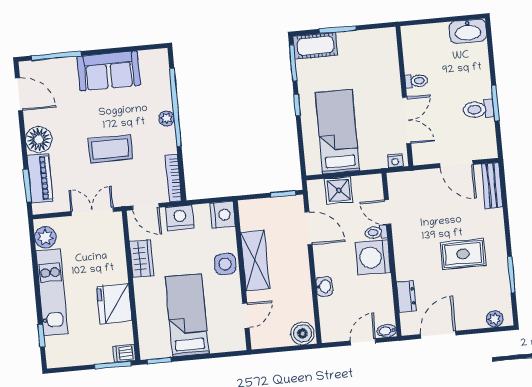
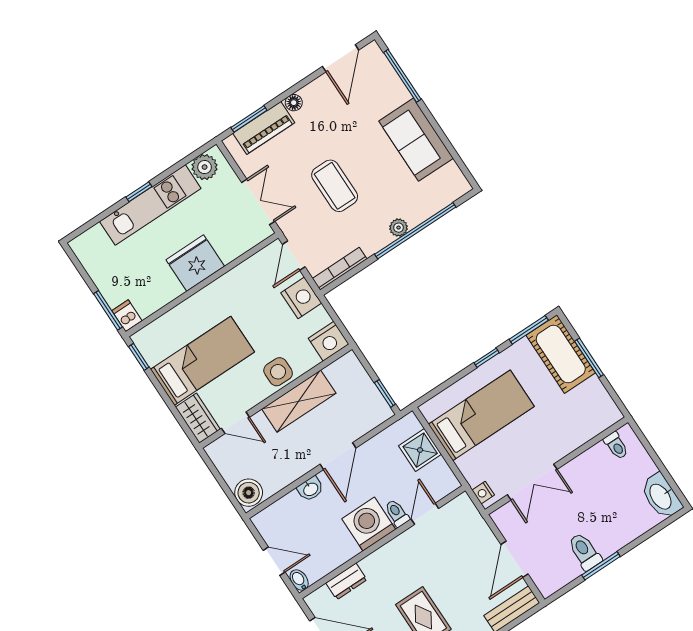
cot: (315, 46) -> (561, 354), width x1.37, depth x1.34
toilet: (416, 81) -> (616, 446), moved
floor lamp: (39, 140) -> (294, 103), width x0.53, depth x0.53
door: (309, 228) -> (338, 456), moved
wardrobe: (142, 259) -> (198, 418), moved, turned -90
fridge: (114, 304) -> (195, 263), moved
window: (41, 336) -> (139, 192), moved

